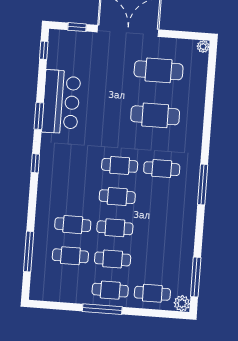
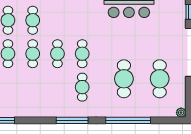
window: (208, 114) -> (128, 120), added

